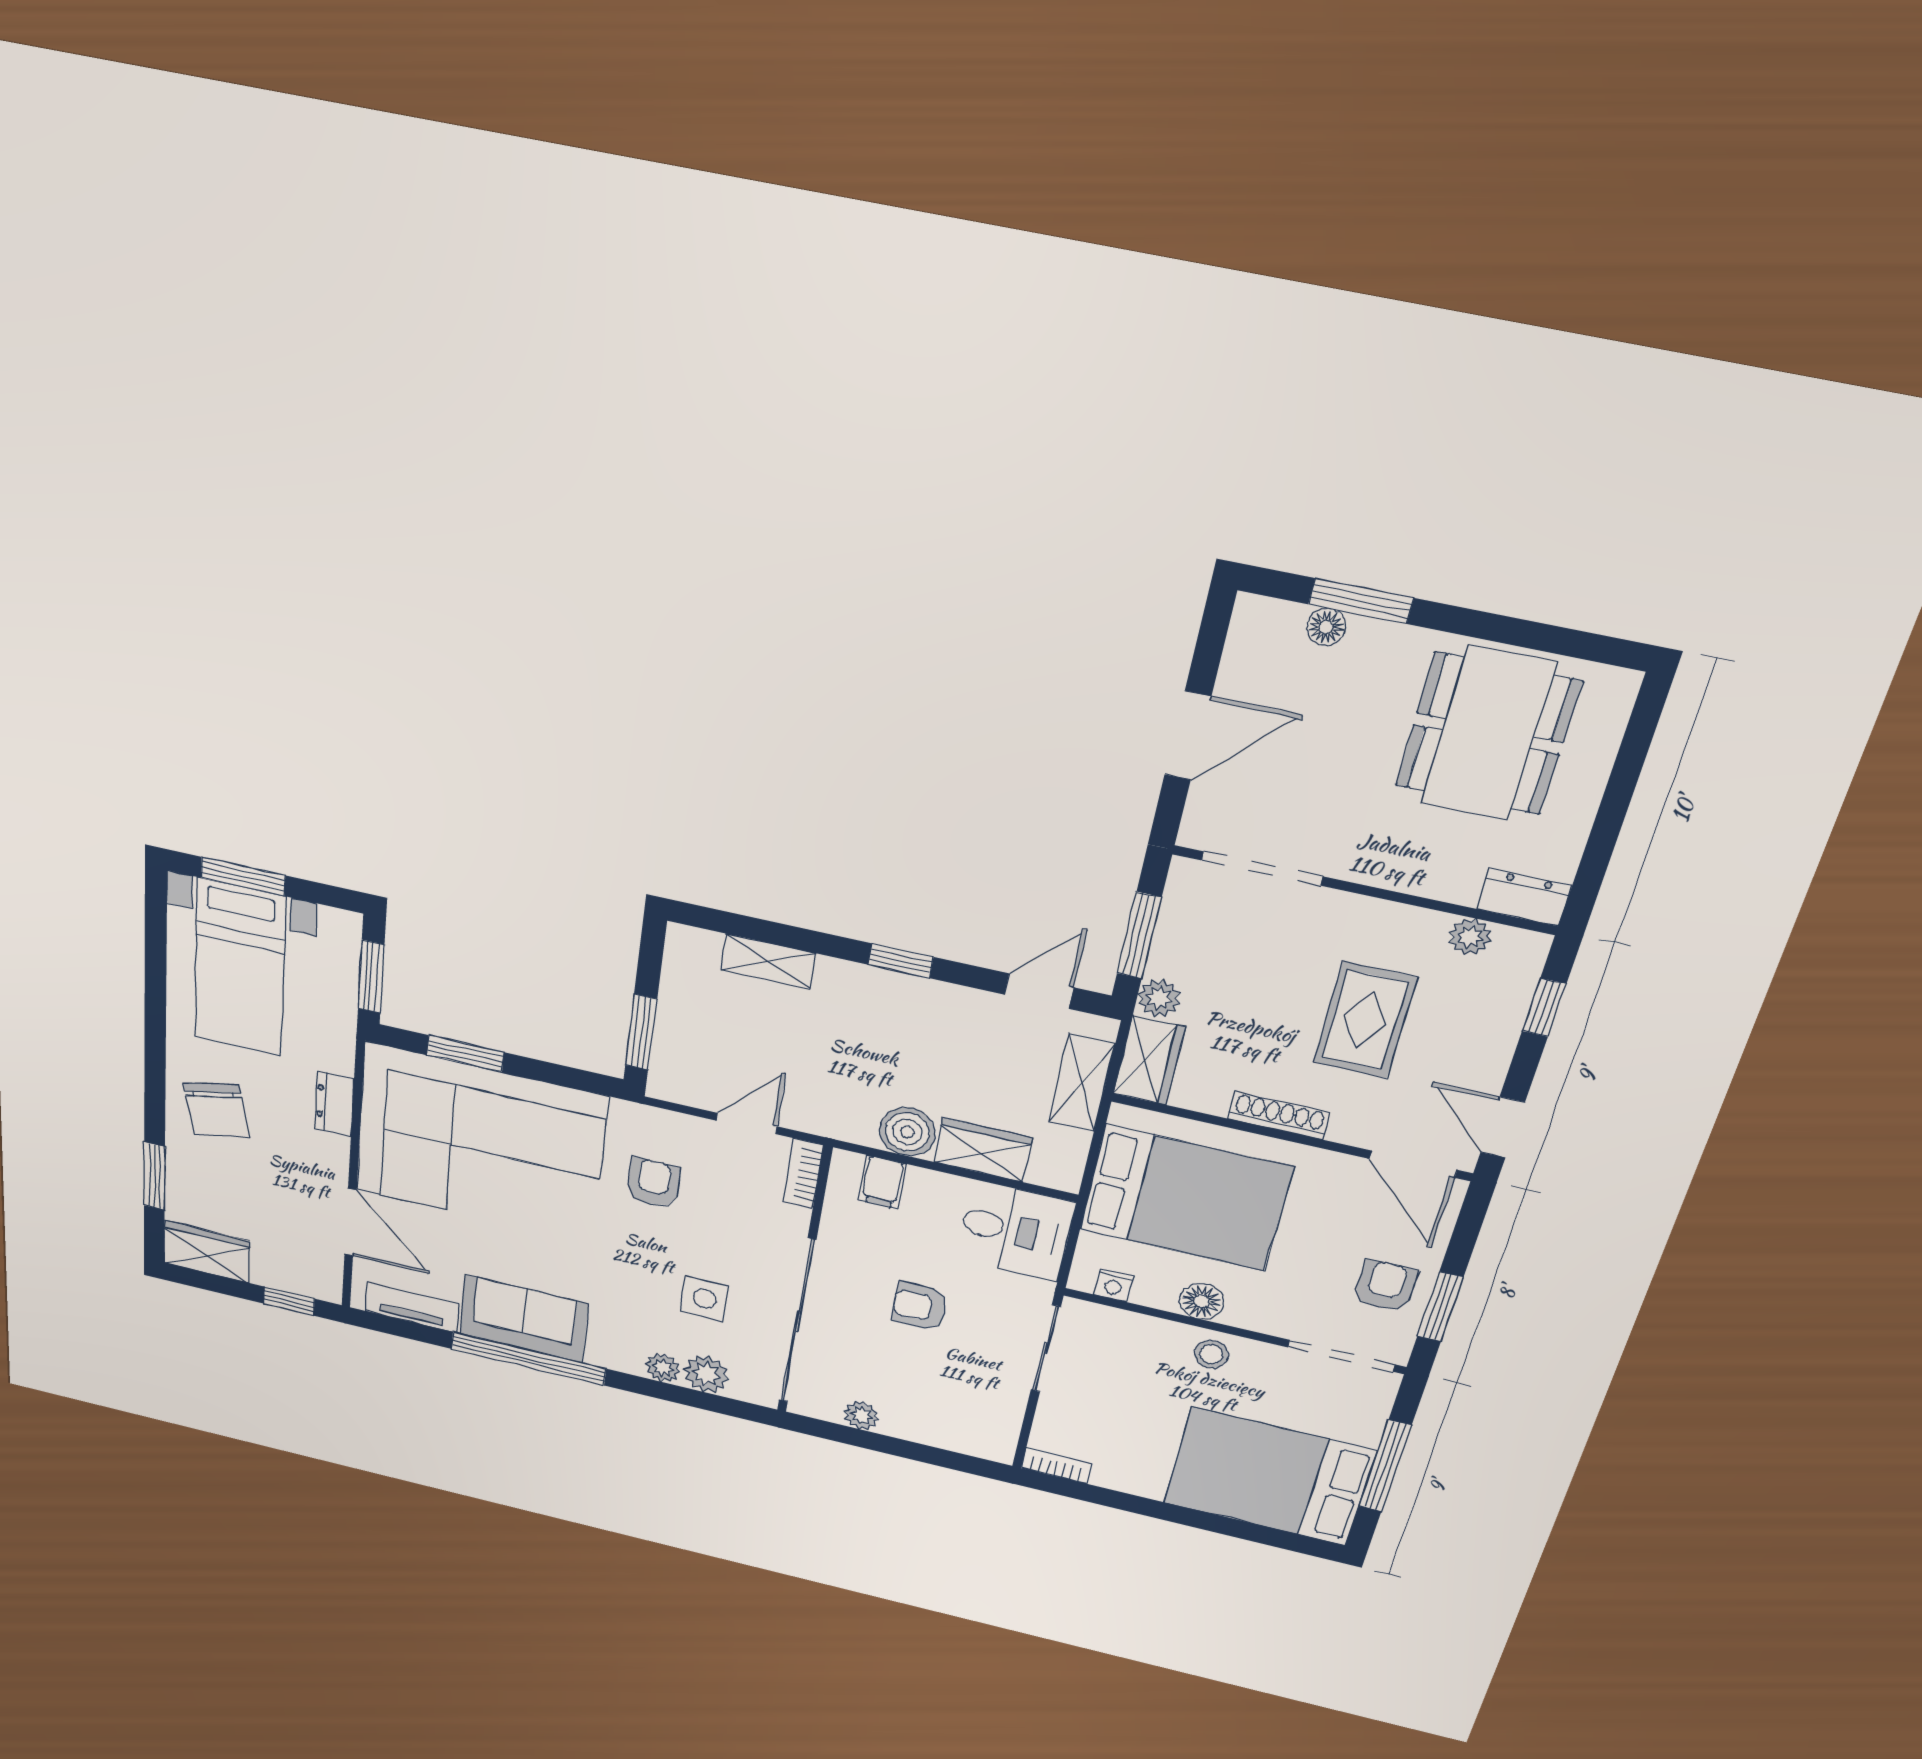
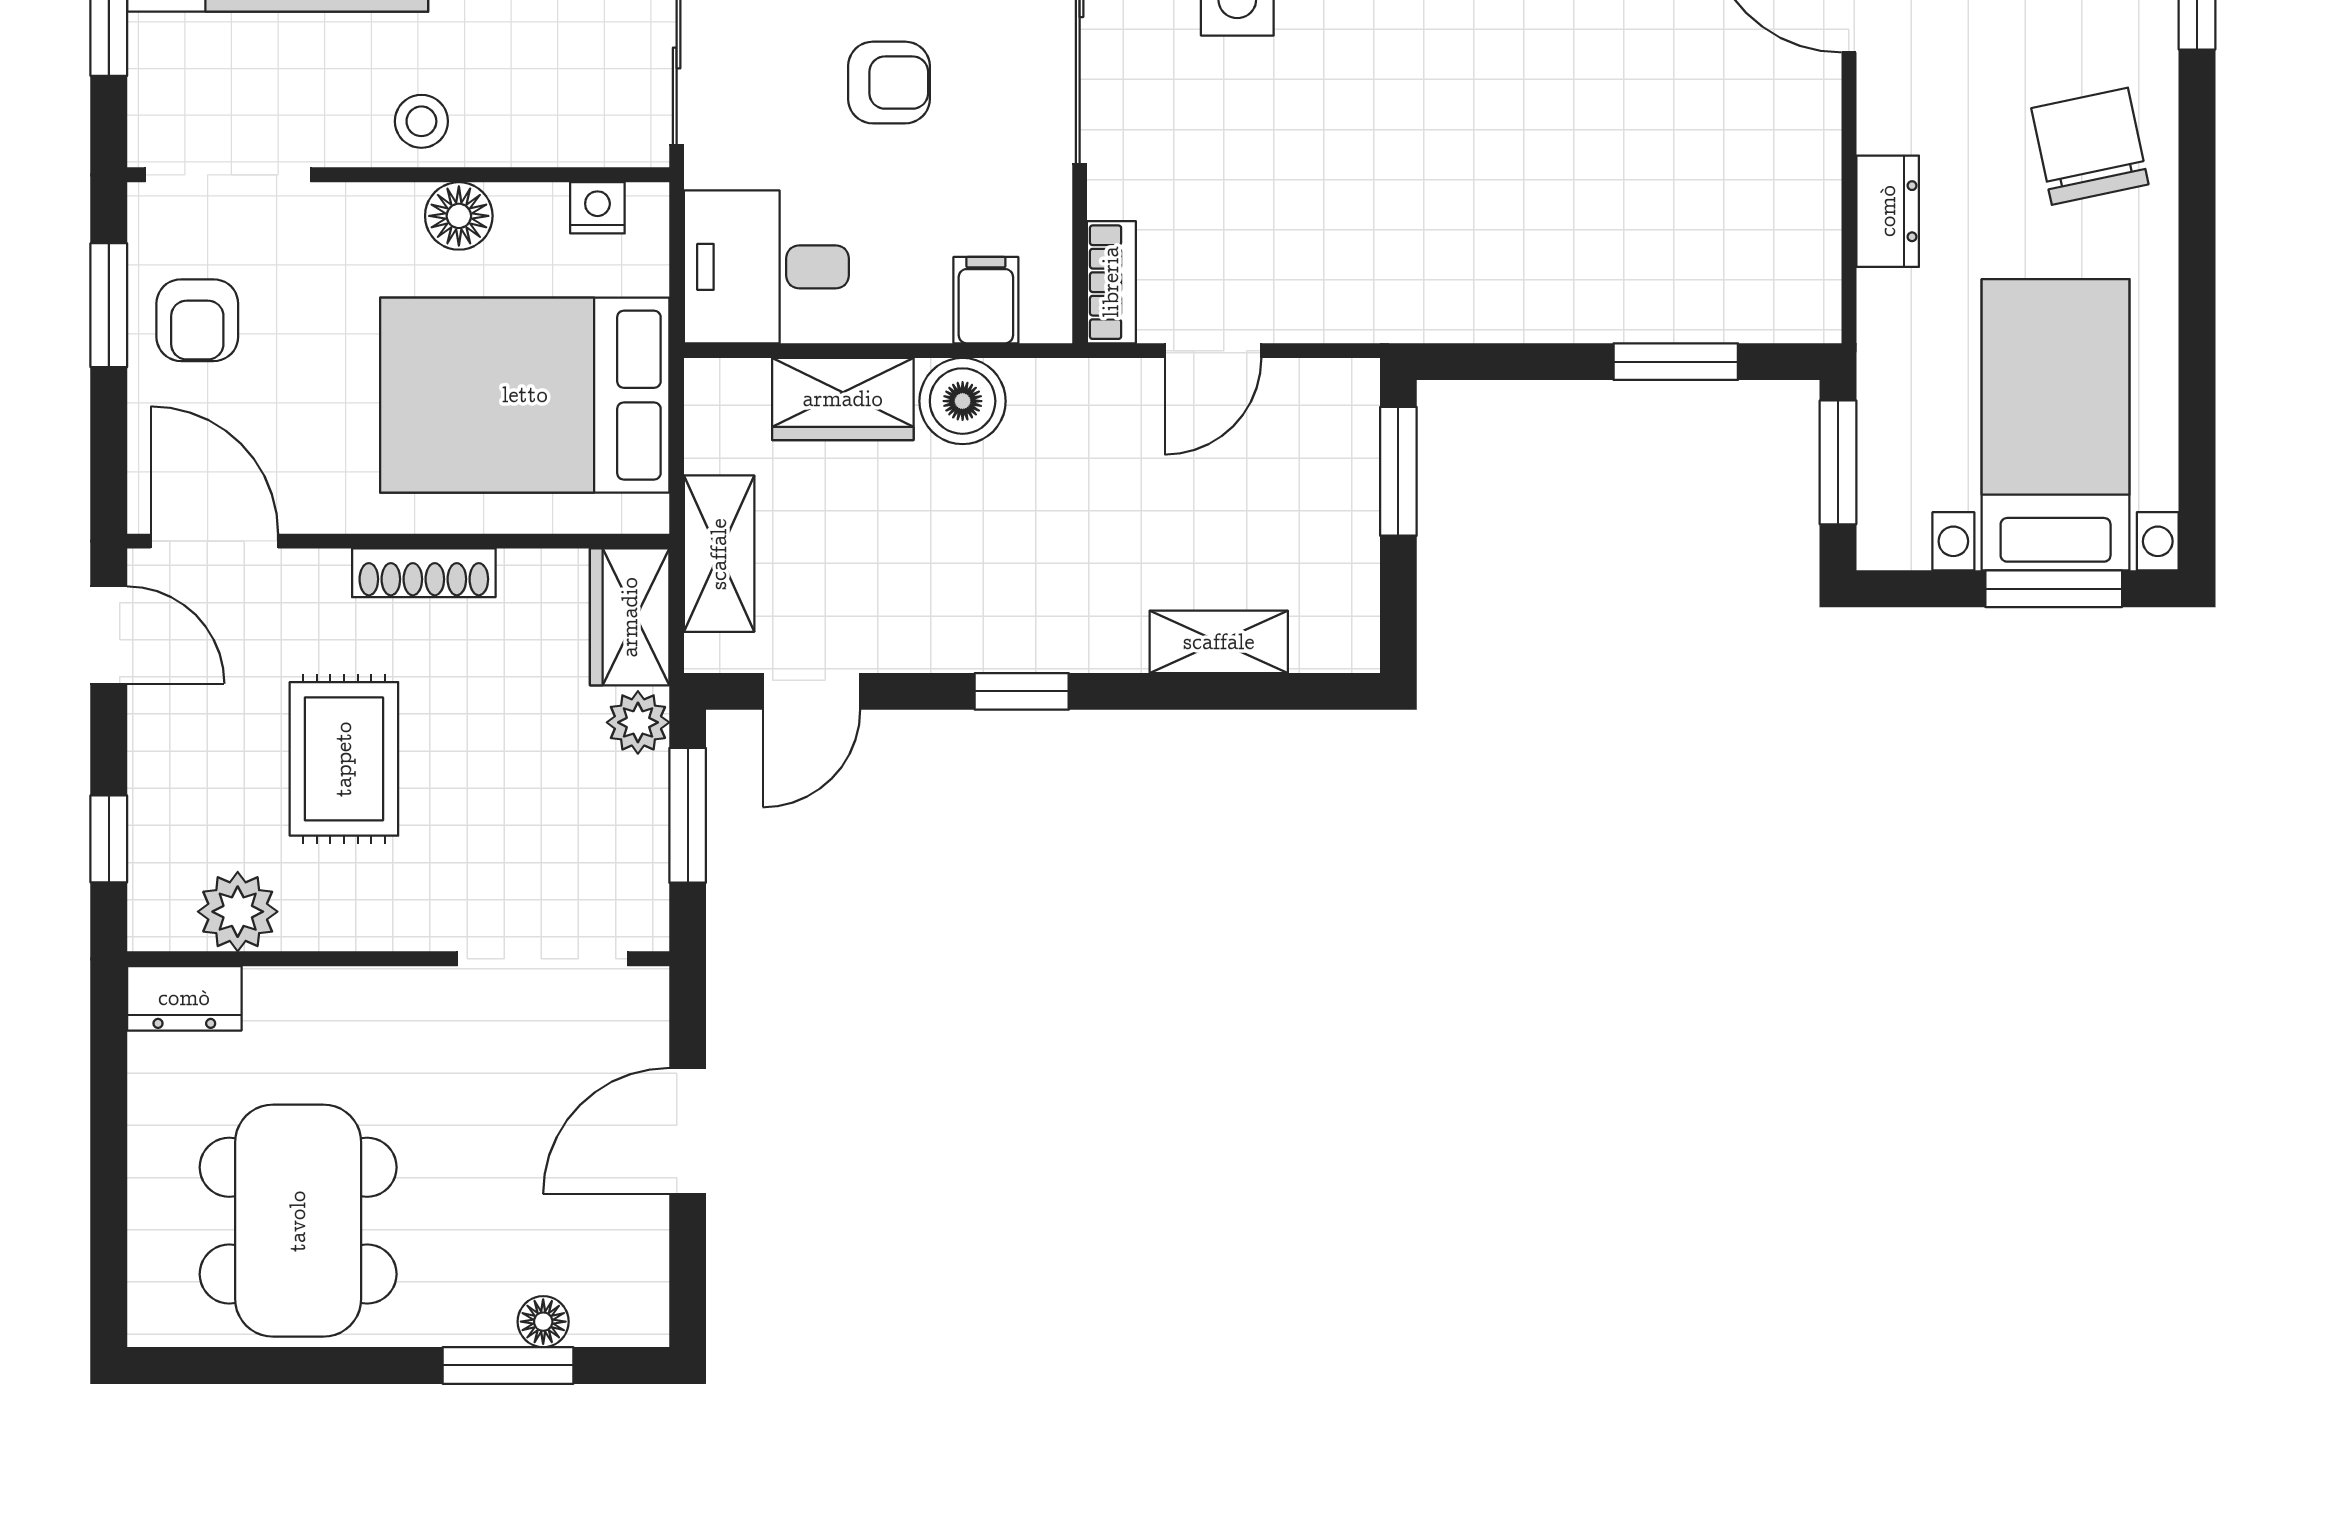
plant: (1470, 937) -> (238, 912), width x1.38, depth x1.38
corner sofa: (480, 1144) -> (1639, 199), removed
armchair: (654, 1183) -> (1347, 201), removed

